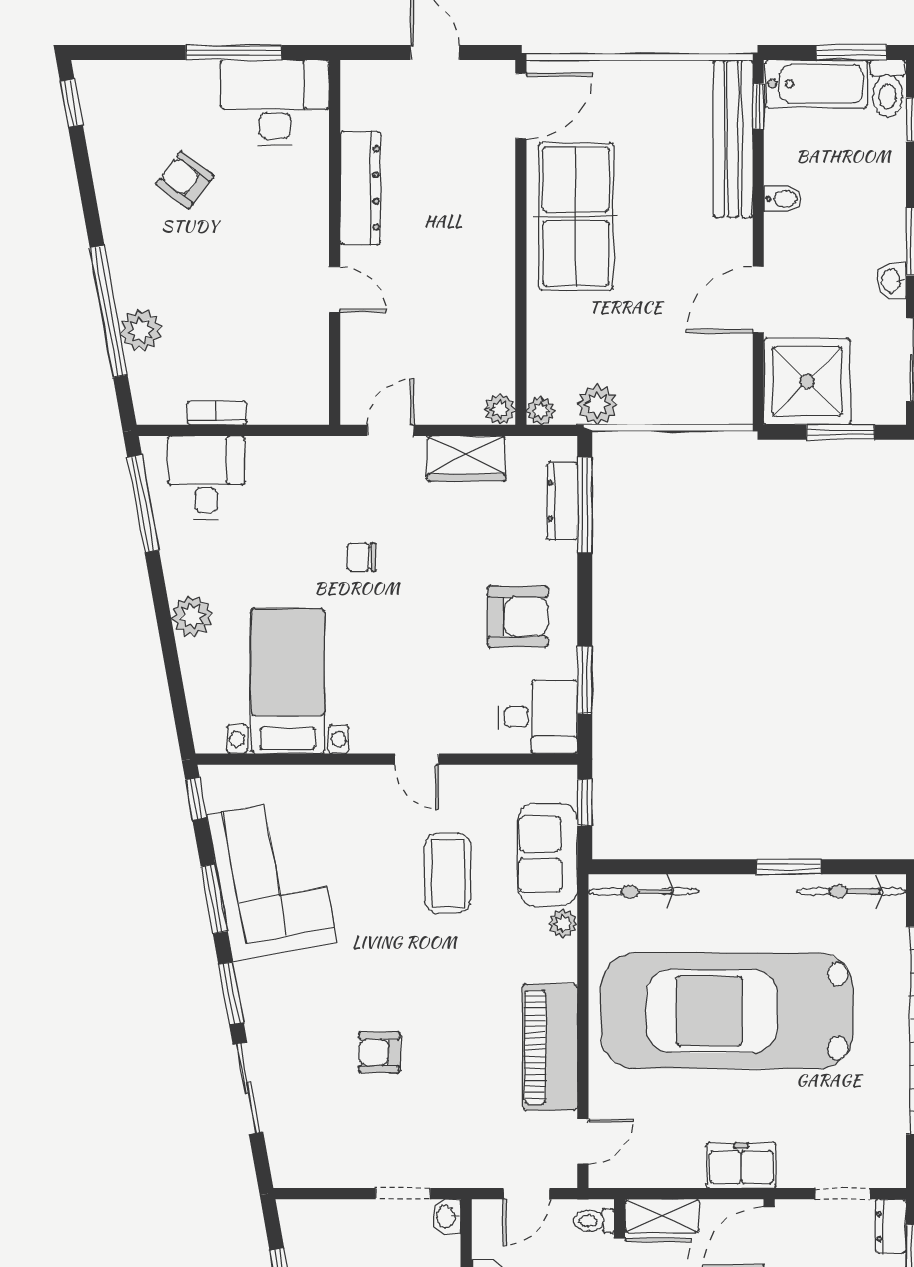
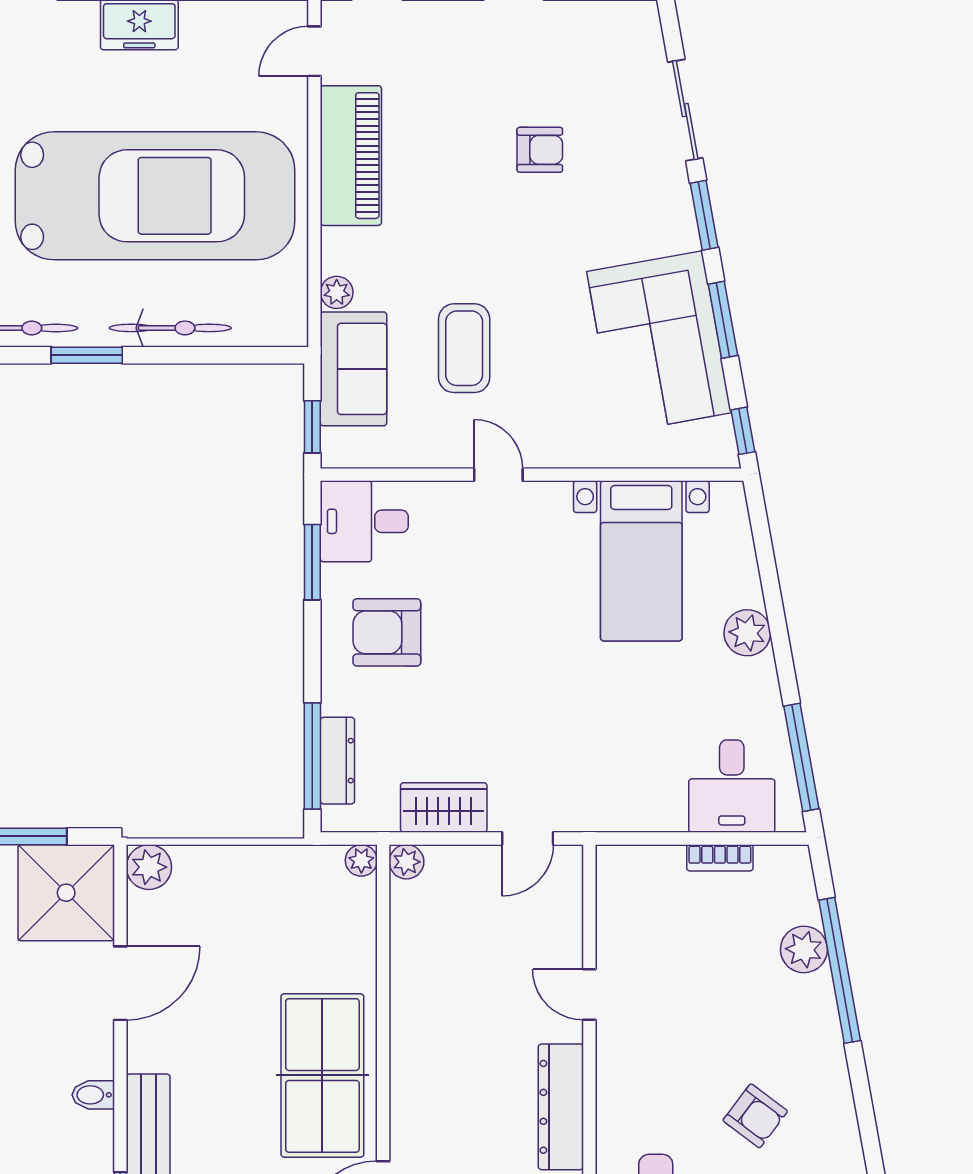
plant: (597, 405) -> (149, 867), moved
chair: (362, 557) -> (560, 698), removed
bicycle: (643, 892) -> (170, 328), moved

